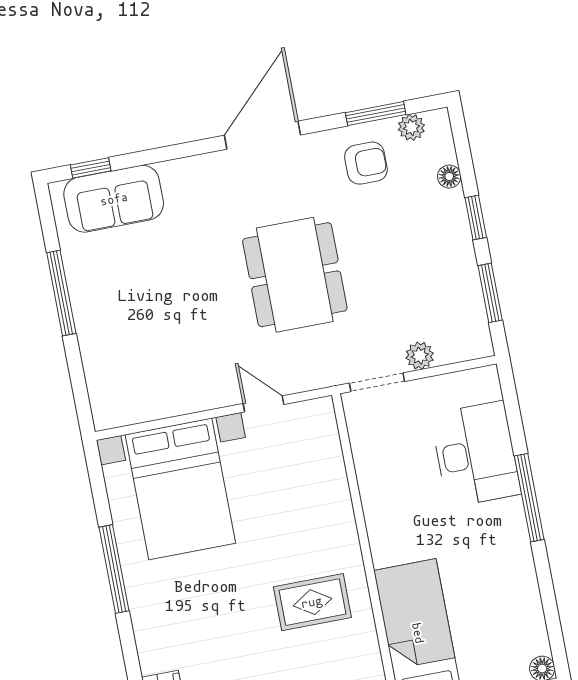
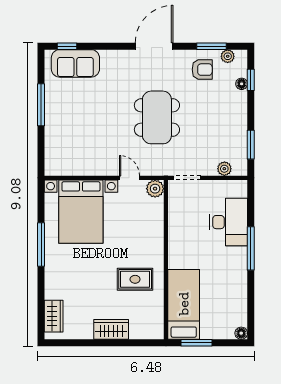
window: (476, 218) -> (251, 80), moved
plant: (420, 356) -> (224, 169), moved
plant: (318, 416) -> (155, 189), added

